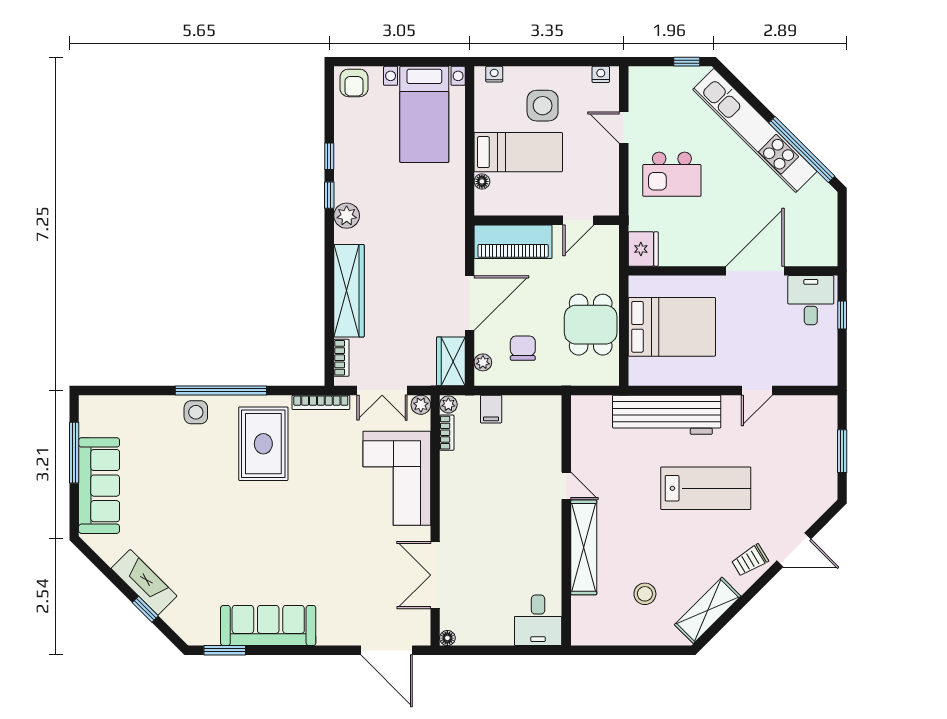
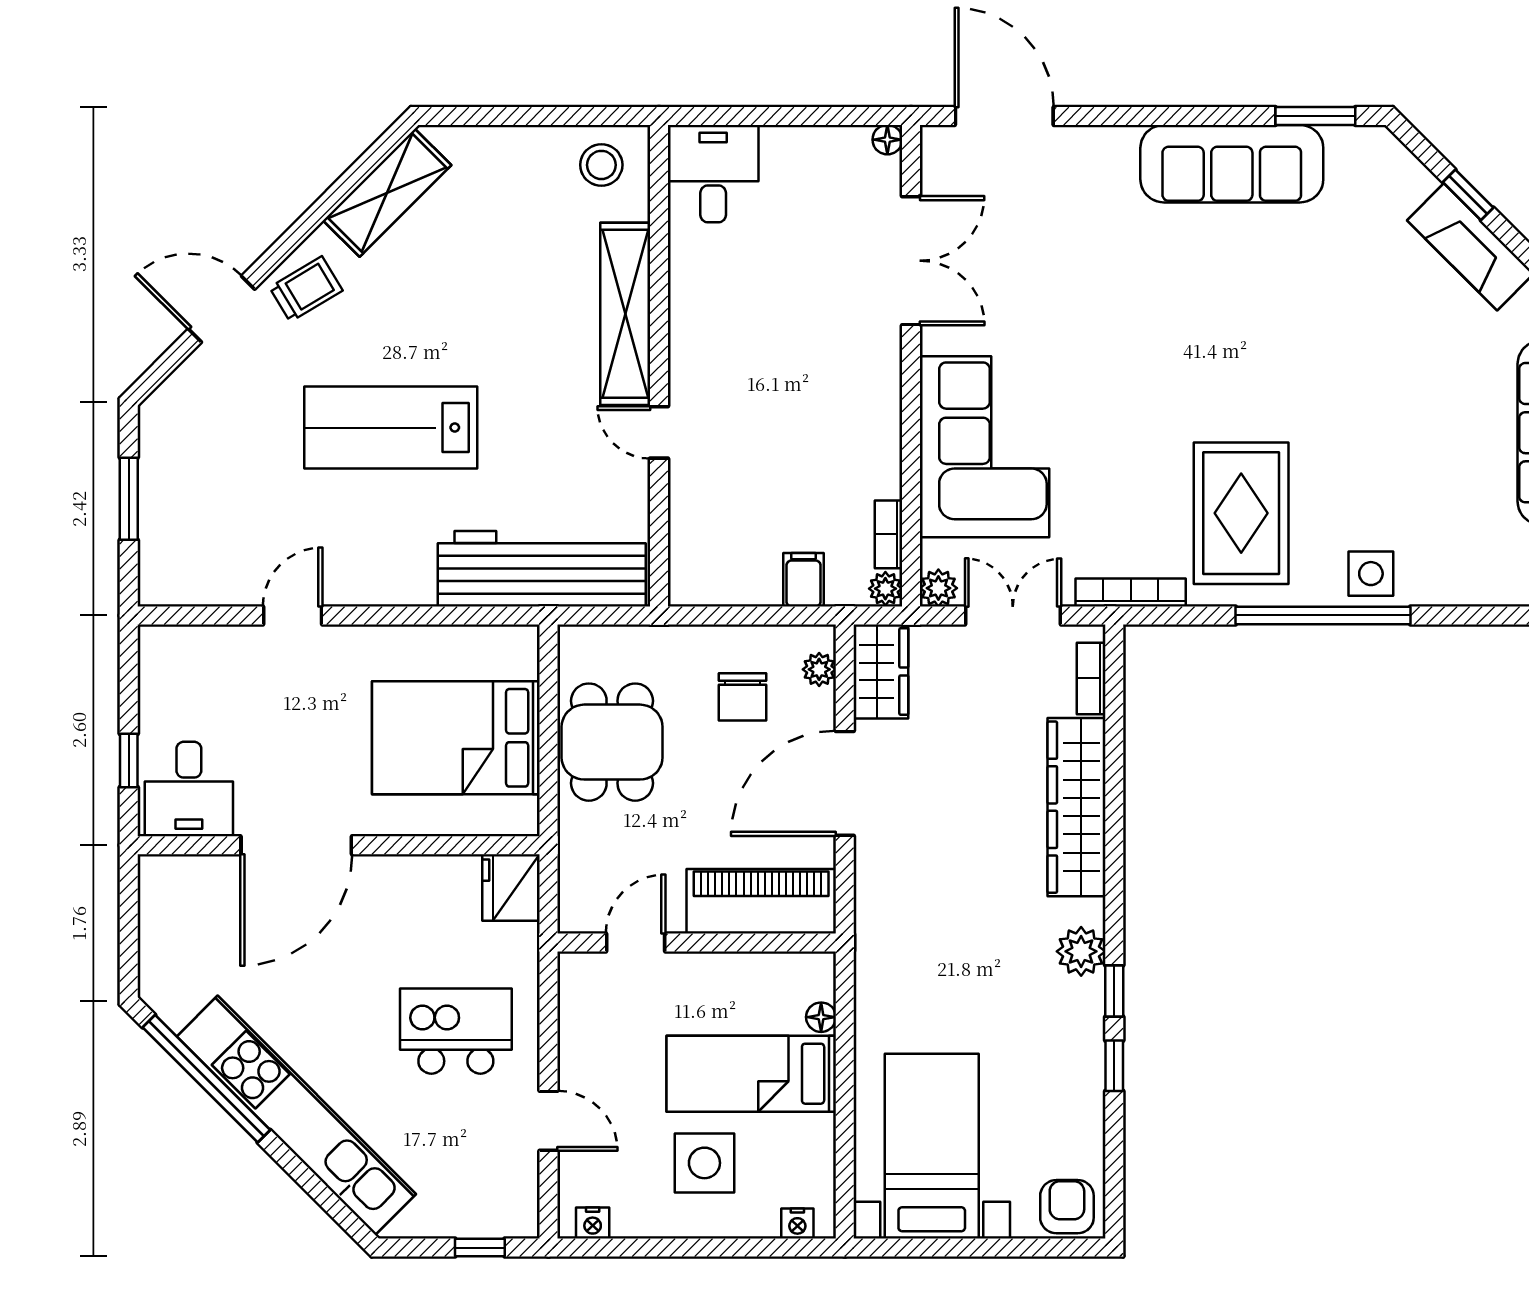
window: (687, 62) -> (480, 1248), moved
workbench: (667, 415) -> (542, 569), moved
stool: (645, 594) -> (601, 165), moved

